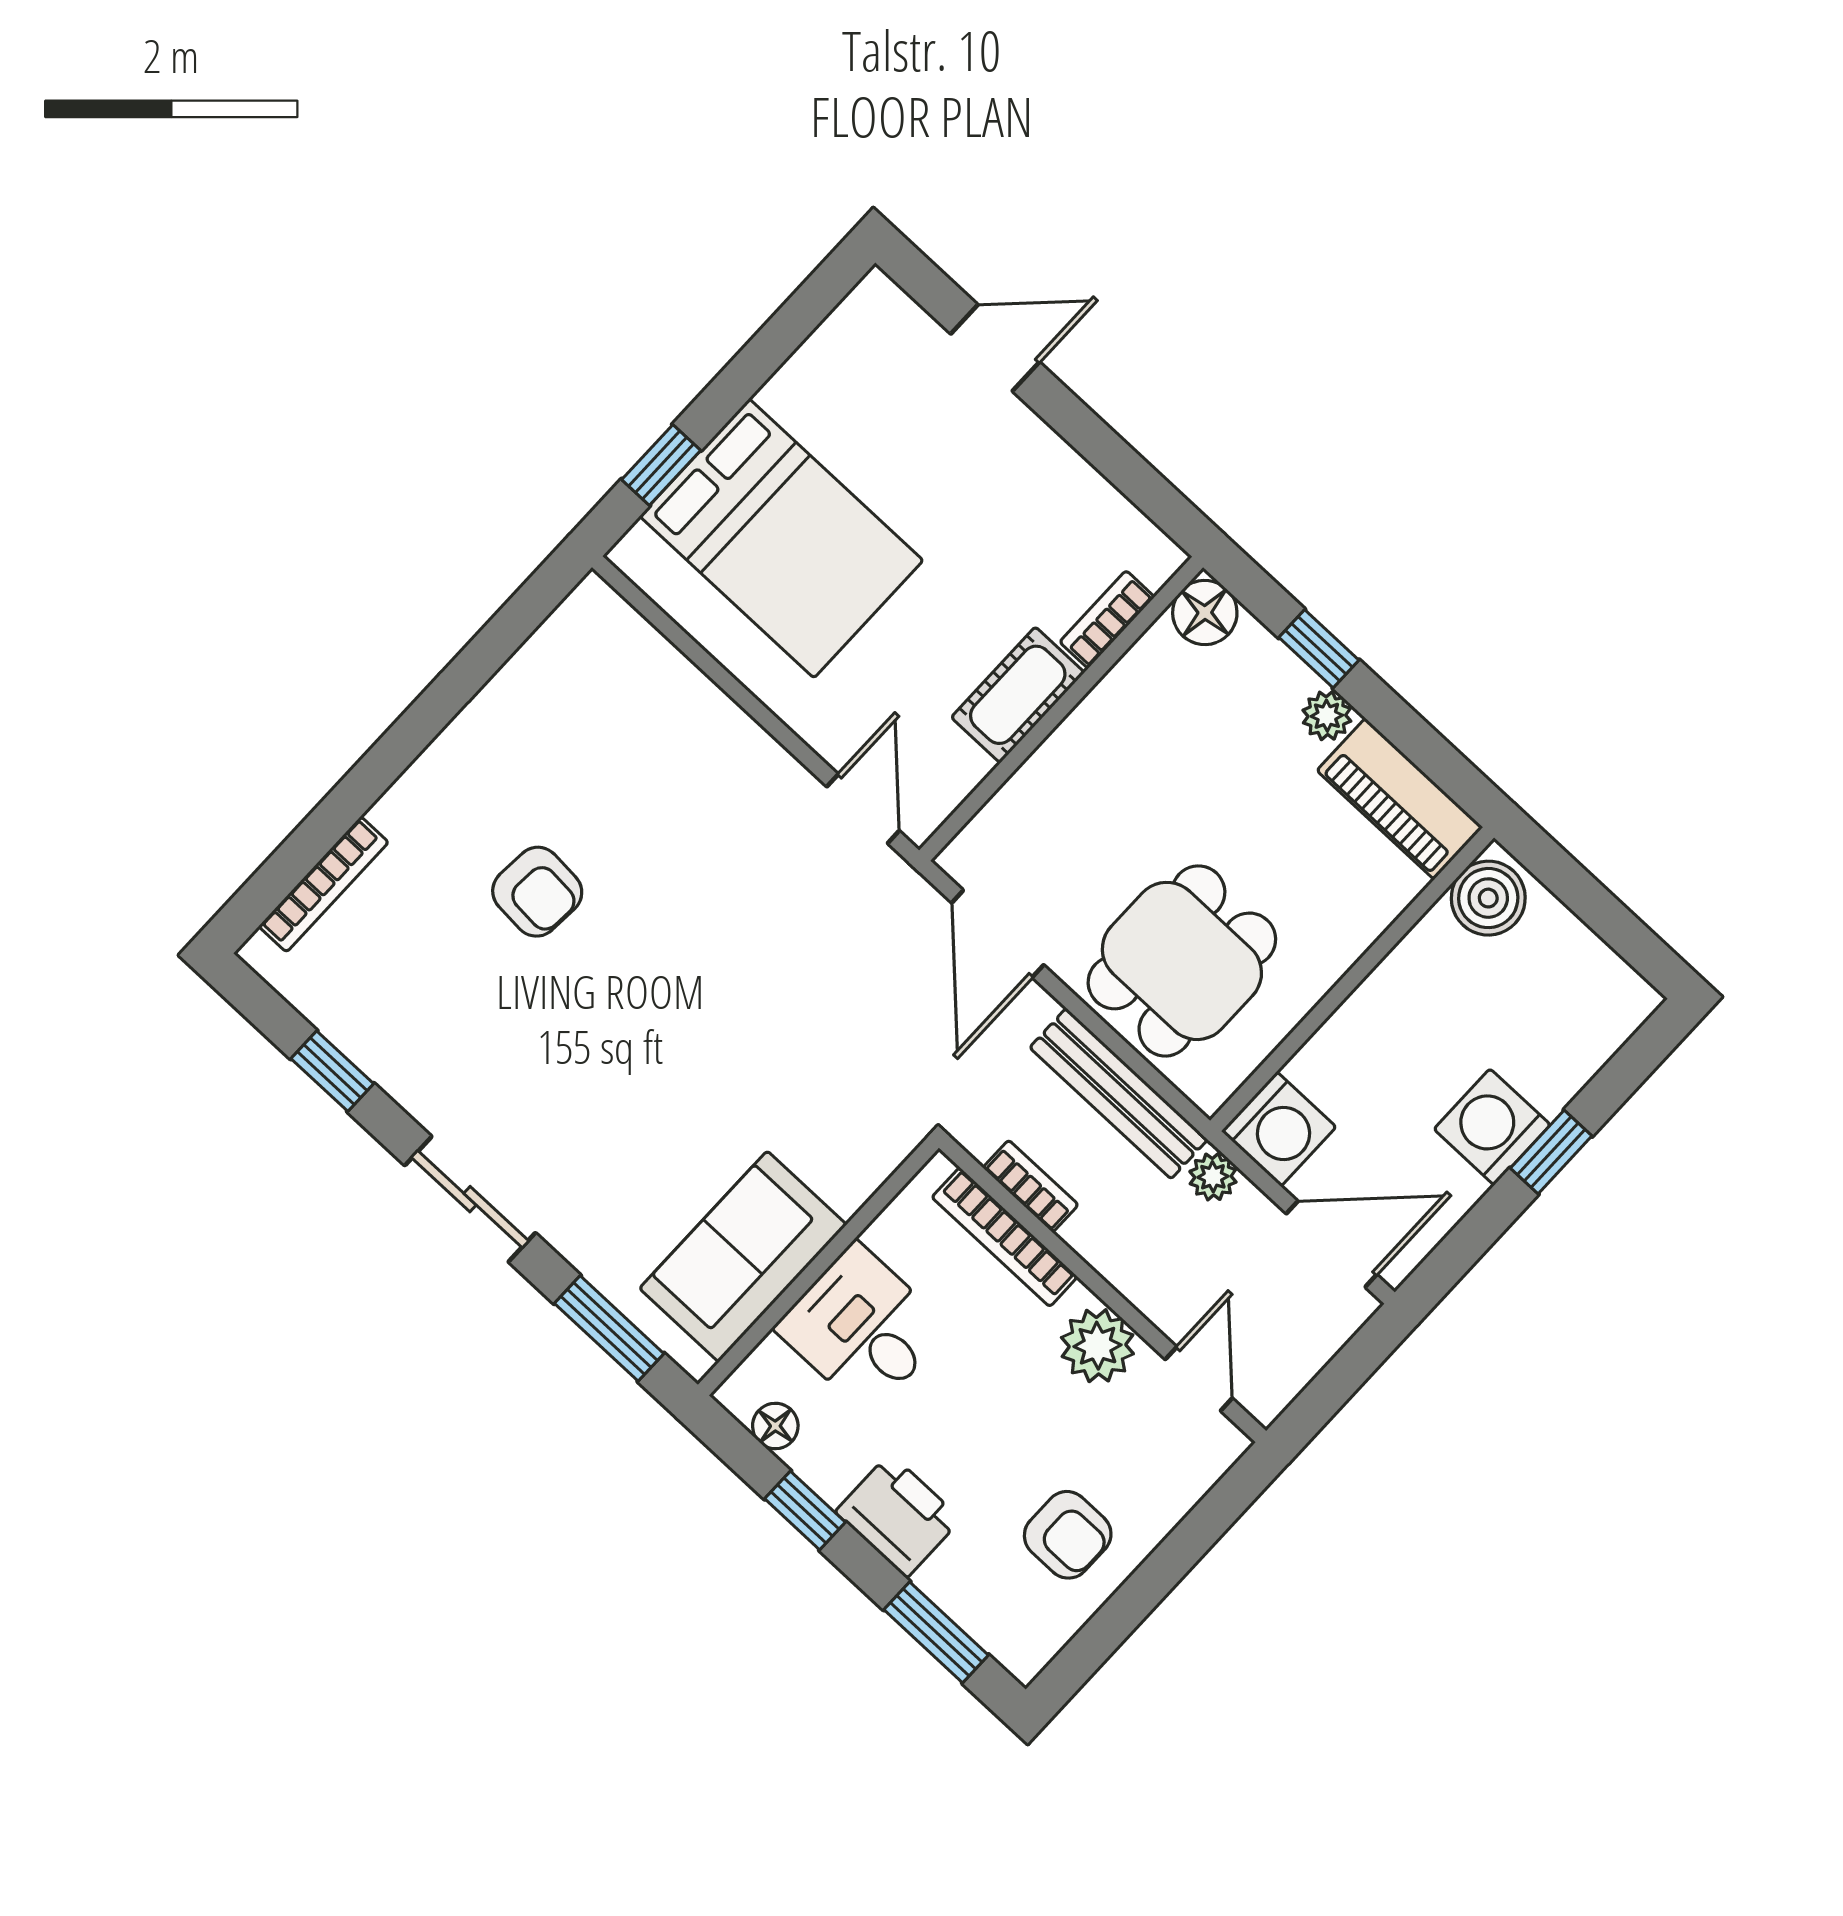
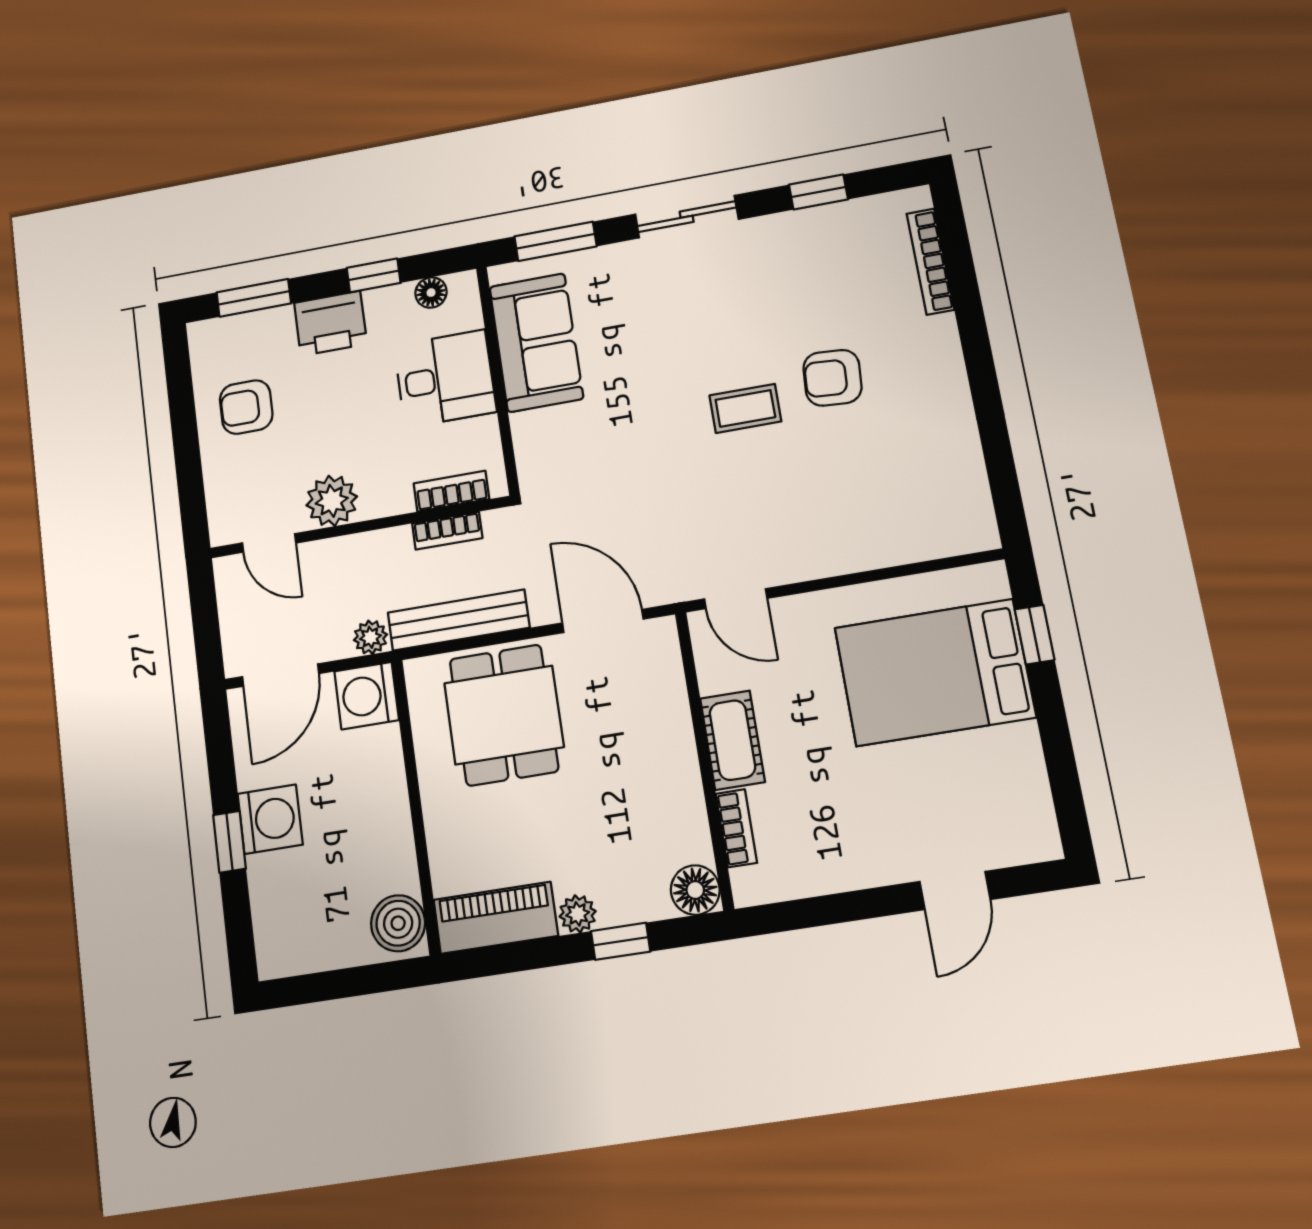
coffee table: (643, 961) -> (745, 408), added
bookcase: (1005, 1237) -> (451, 491), width x0.64

